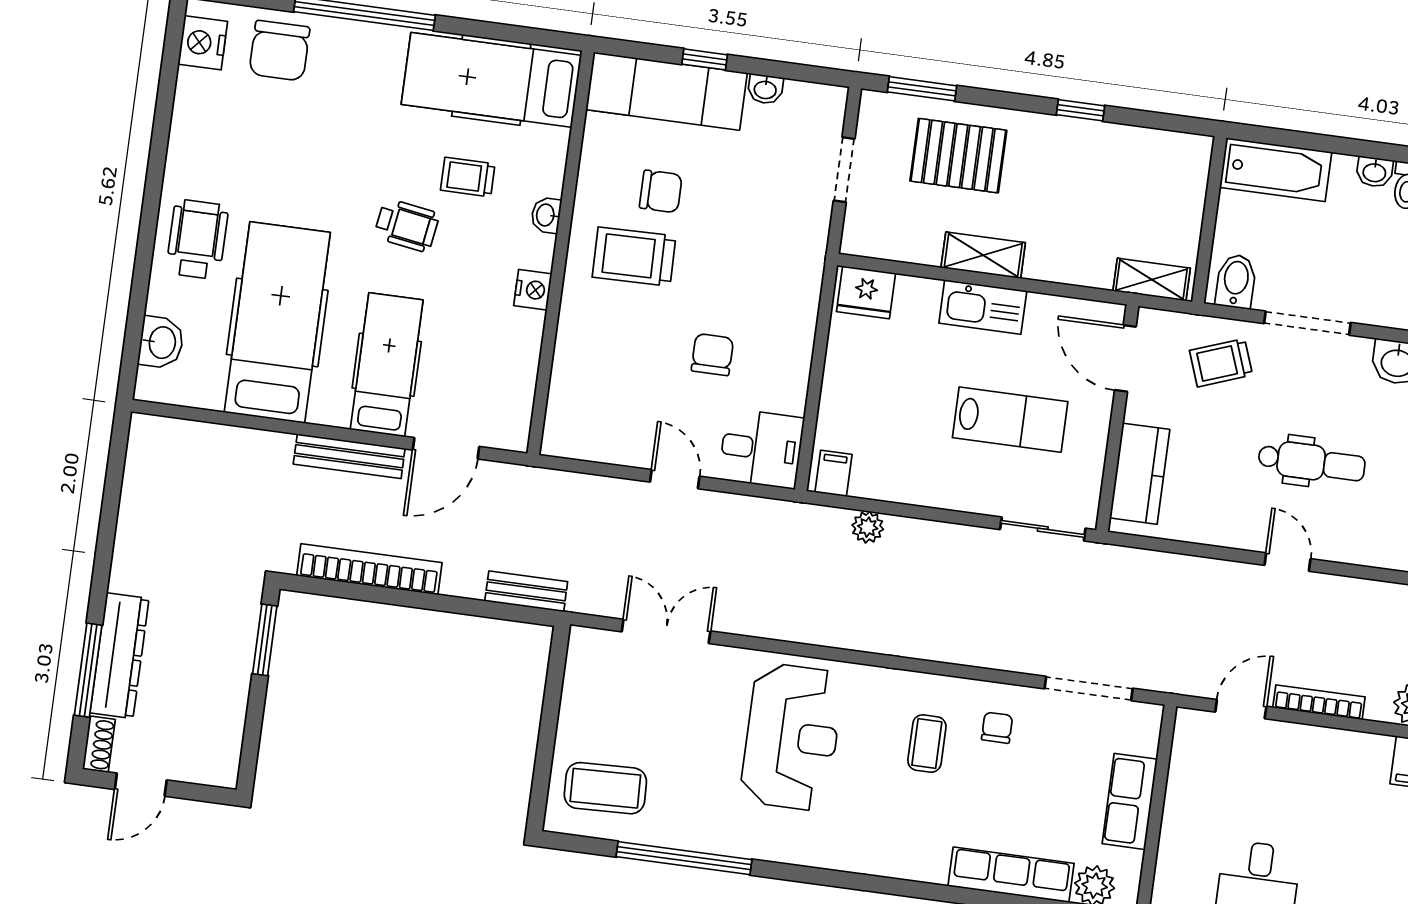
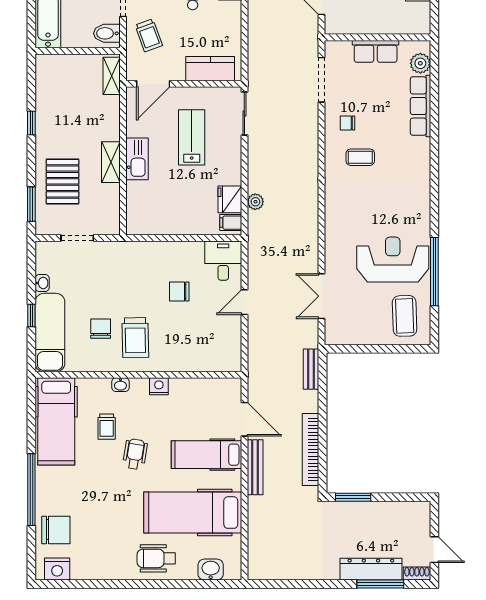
fridge: (866, 292) -> (230, 199), moved, turned 180
reception desk: (792, 737) -> (393, 260), moved

